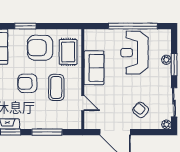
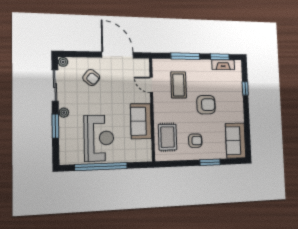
armchair: (40, 48) -> (195, 141), width x0.53, depth x0.53
plant: (166, 60) -> (64, 113), moved
coffee table: (56, 87) -> (179, 85), moved

